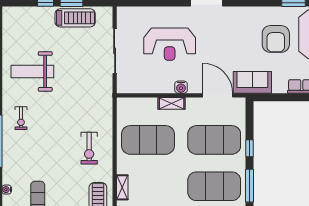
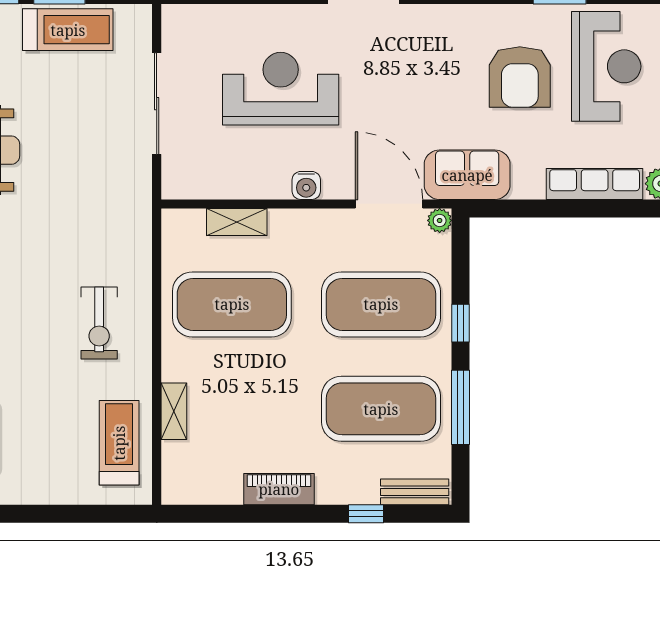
reception desk: (170, 44) -> (281, 89), turned 180
shelving: (172, 103) -> (237, 222), moved
plant: (240, 103) -> (440, 220), added

